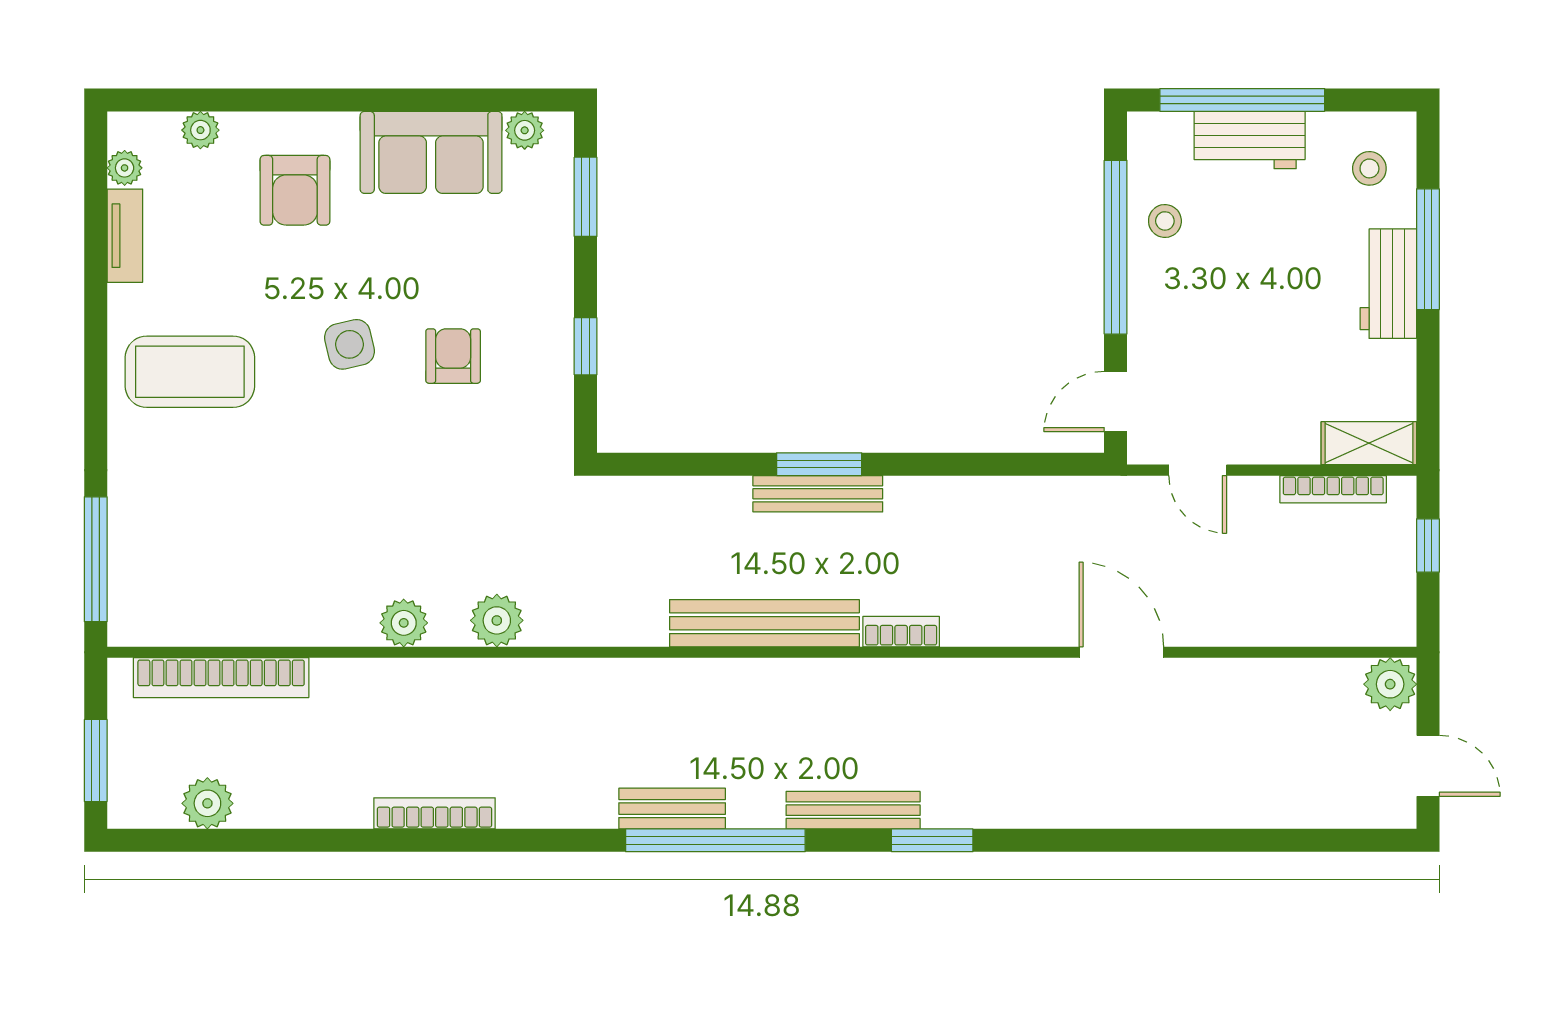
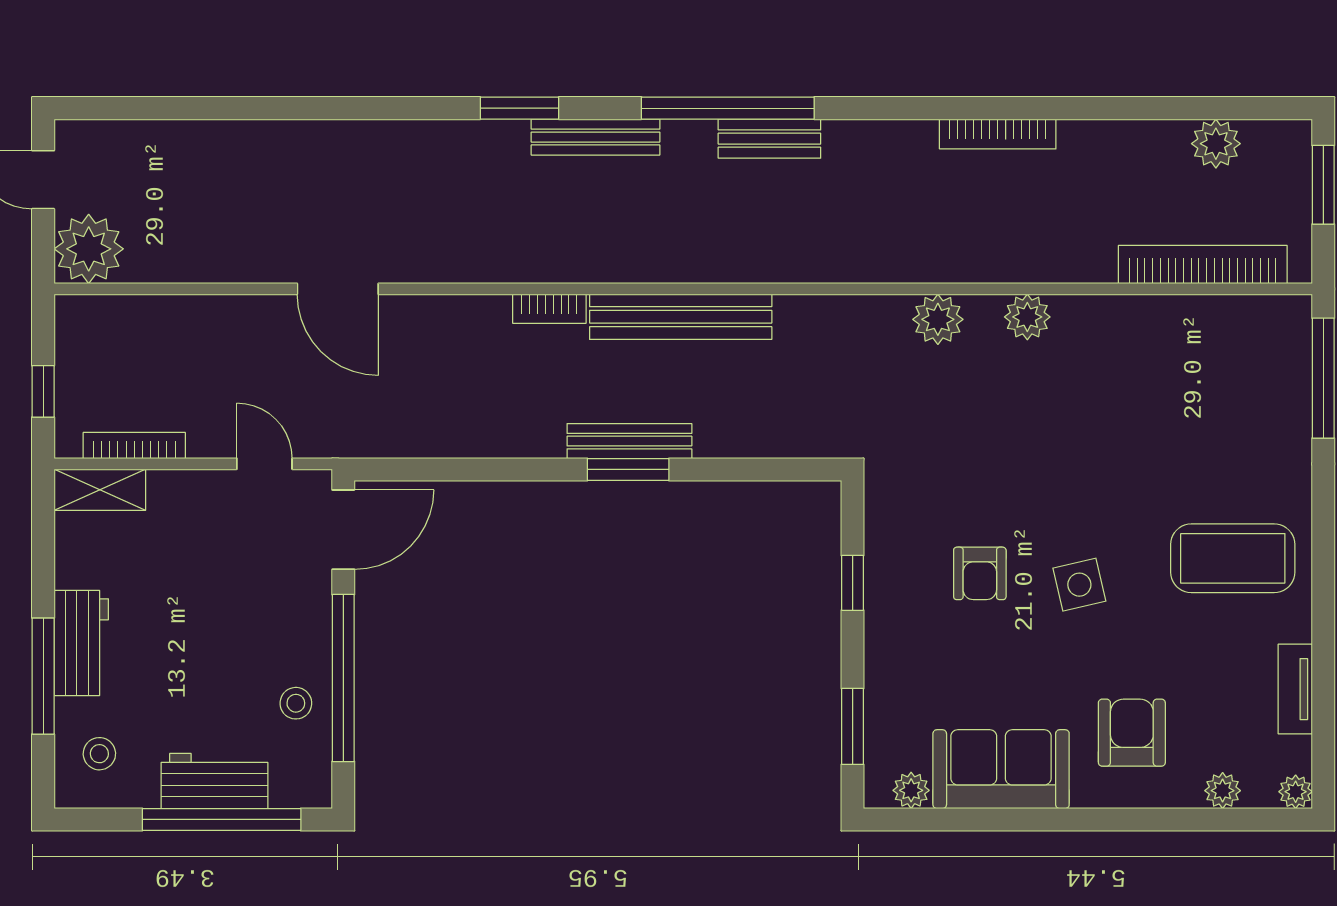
plant: (125, 168) -> (1296, 792), moved
door: (1116, 402) -> (343, 530), width x1.38
plant: (1390, 684) -> (89, 249), width x1.36, depth x1.36

